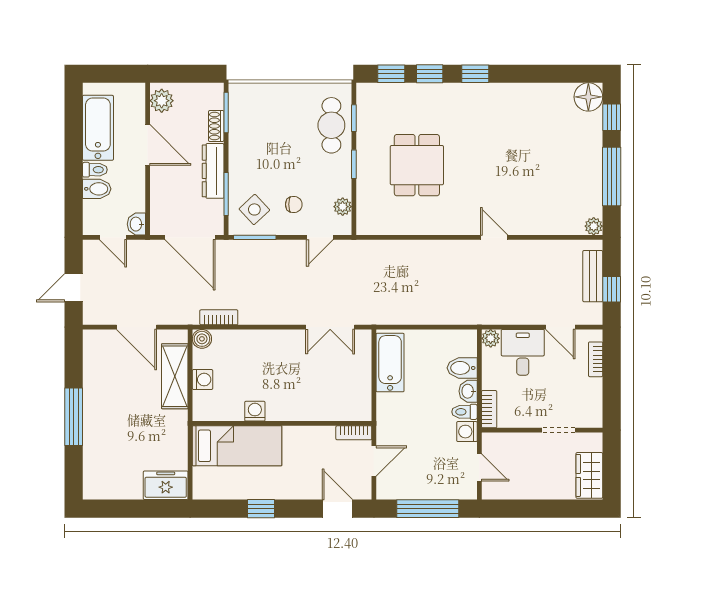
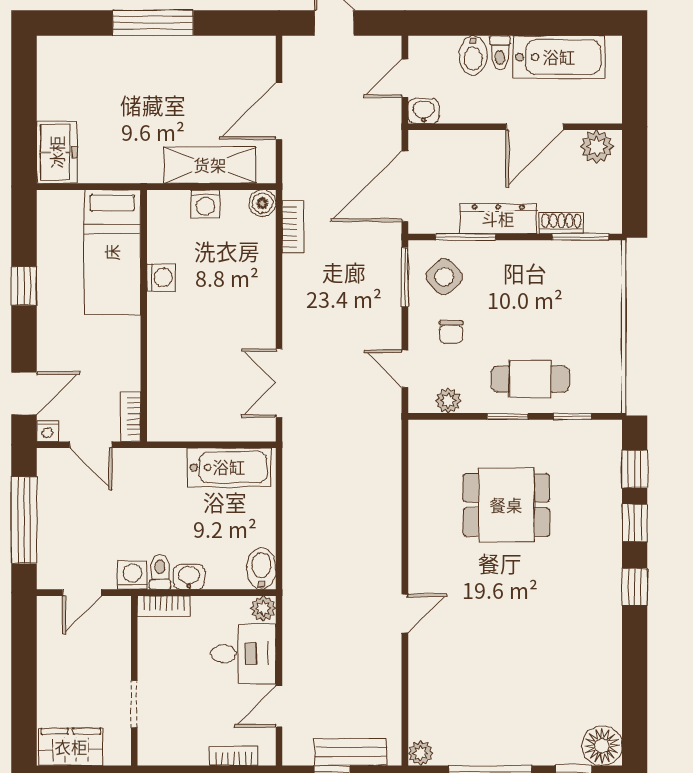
cafe table: (331, 125) -> (530, 379), moved
bidet: (462, 368) -> (261, 568), moved
nightstand: (364, 492) -> (48, 431), added

